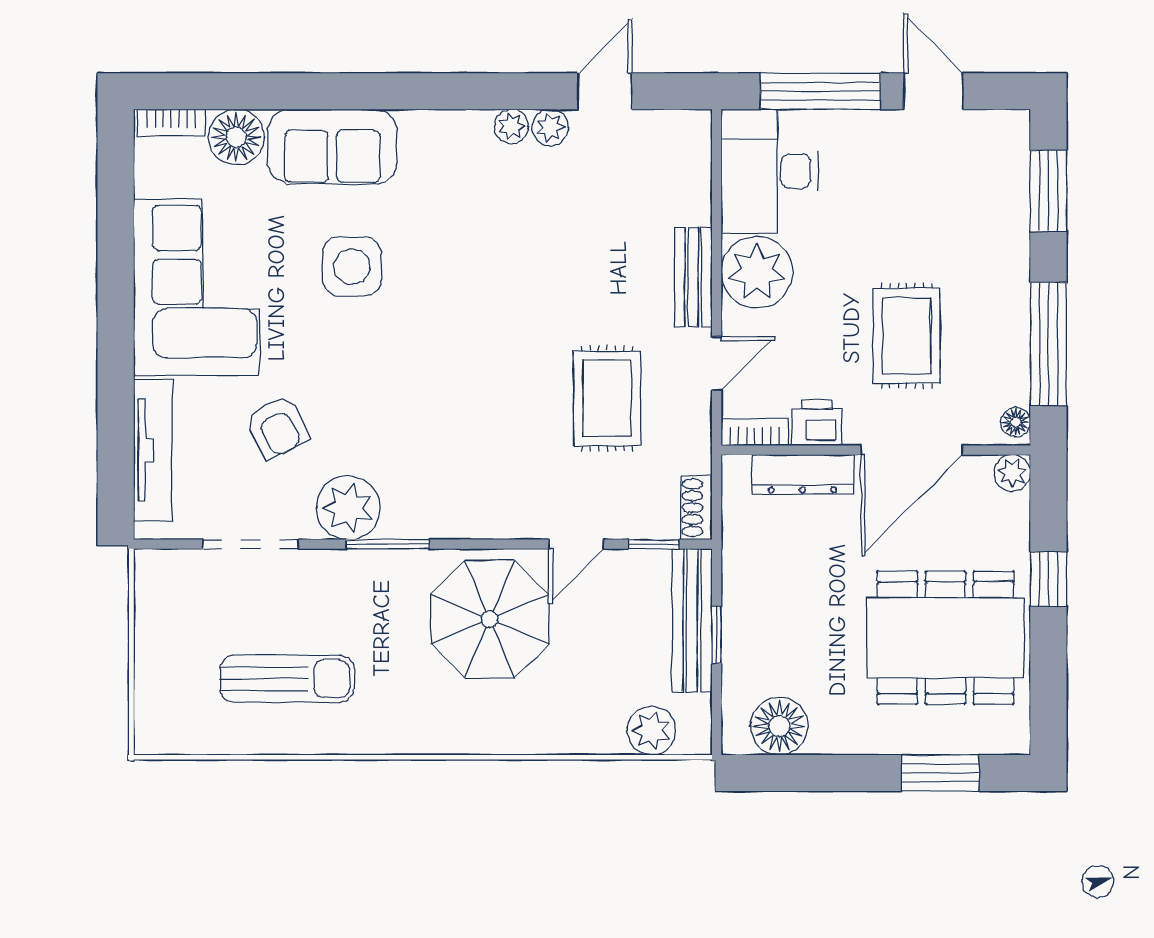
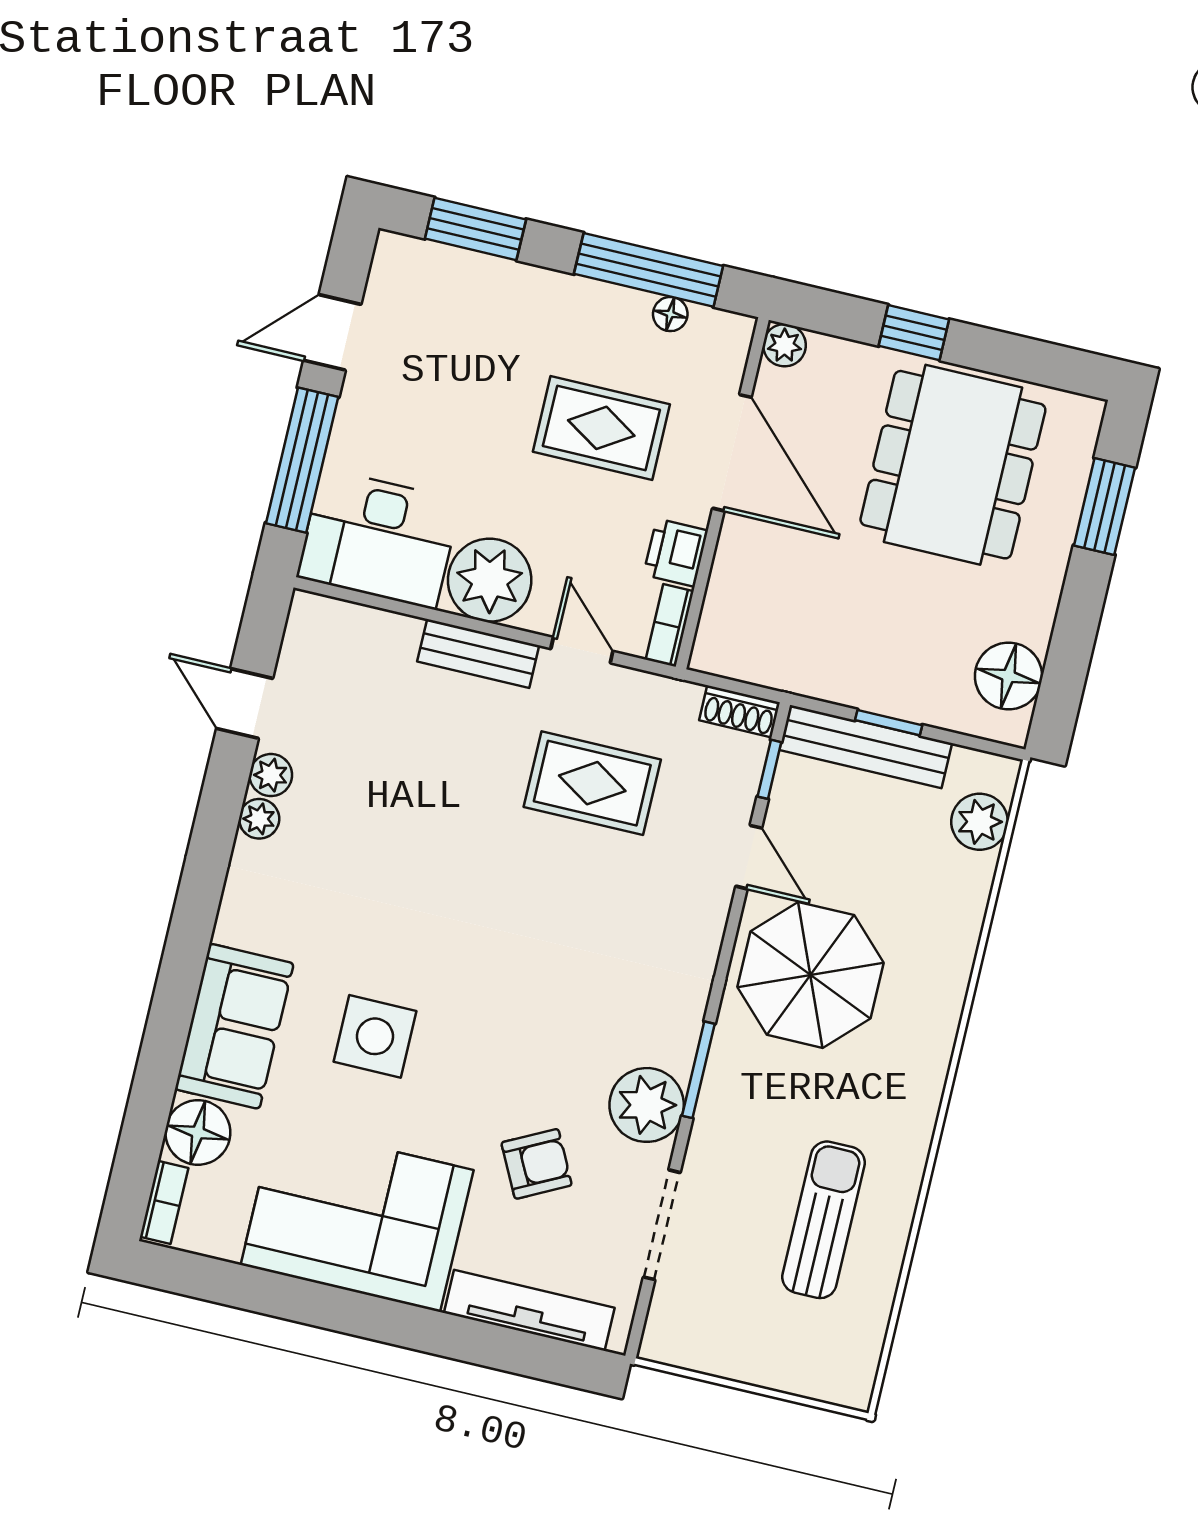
floor lamp: (1016, 422) -> (670, 314), moved
dresser: (802, 474) -> (730, 583), removed

